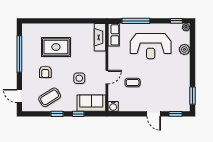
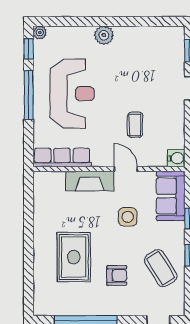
window: (136, 21) -> (29, 95), moved
row of seats: (114, 35) -> (62, 157), width x1.48
fireplace: (100, 37) -> (90, 181), moved
plant: (184, 49) -> (104, 35), moved
window: (192, 96) -> (158, 21), removed

